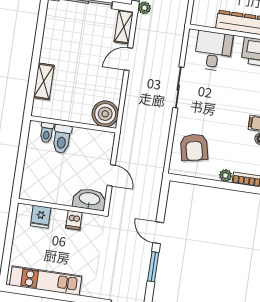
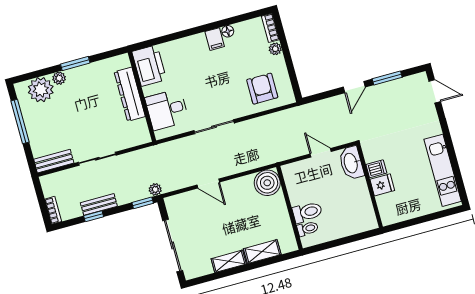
shelving: (124, 27) -> (229, 261), moved
armchair: (194, 147) -> (262, 89), turned -78
door: (111, 175) -> (321, 153), hinge flipped
fridge: (41, 217) -> (382, 185), moved

